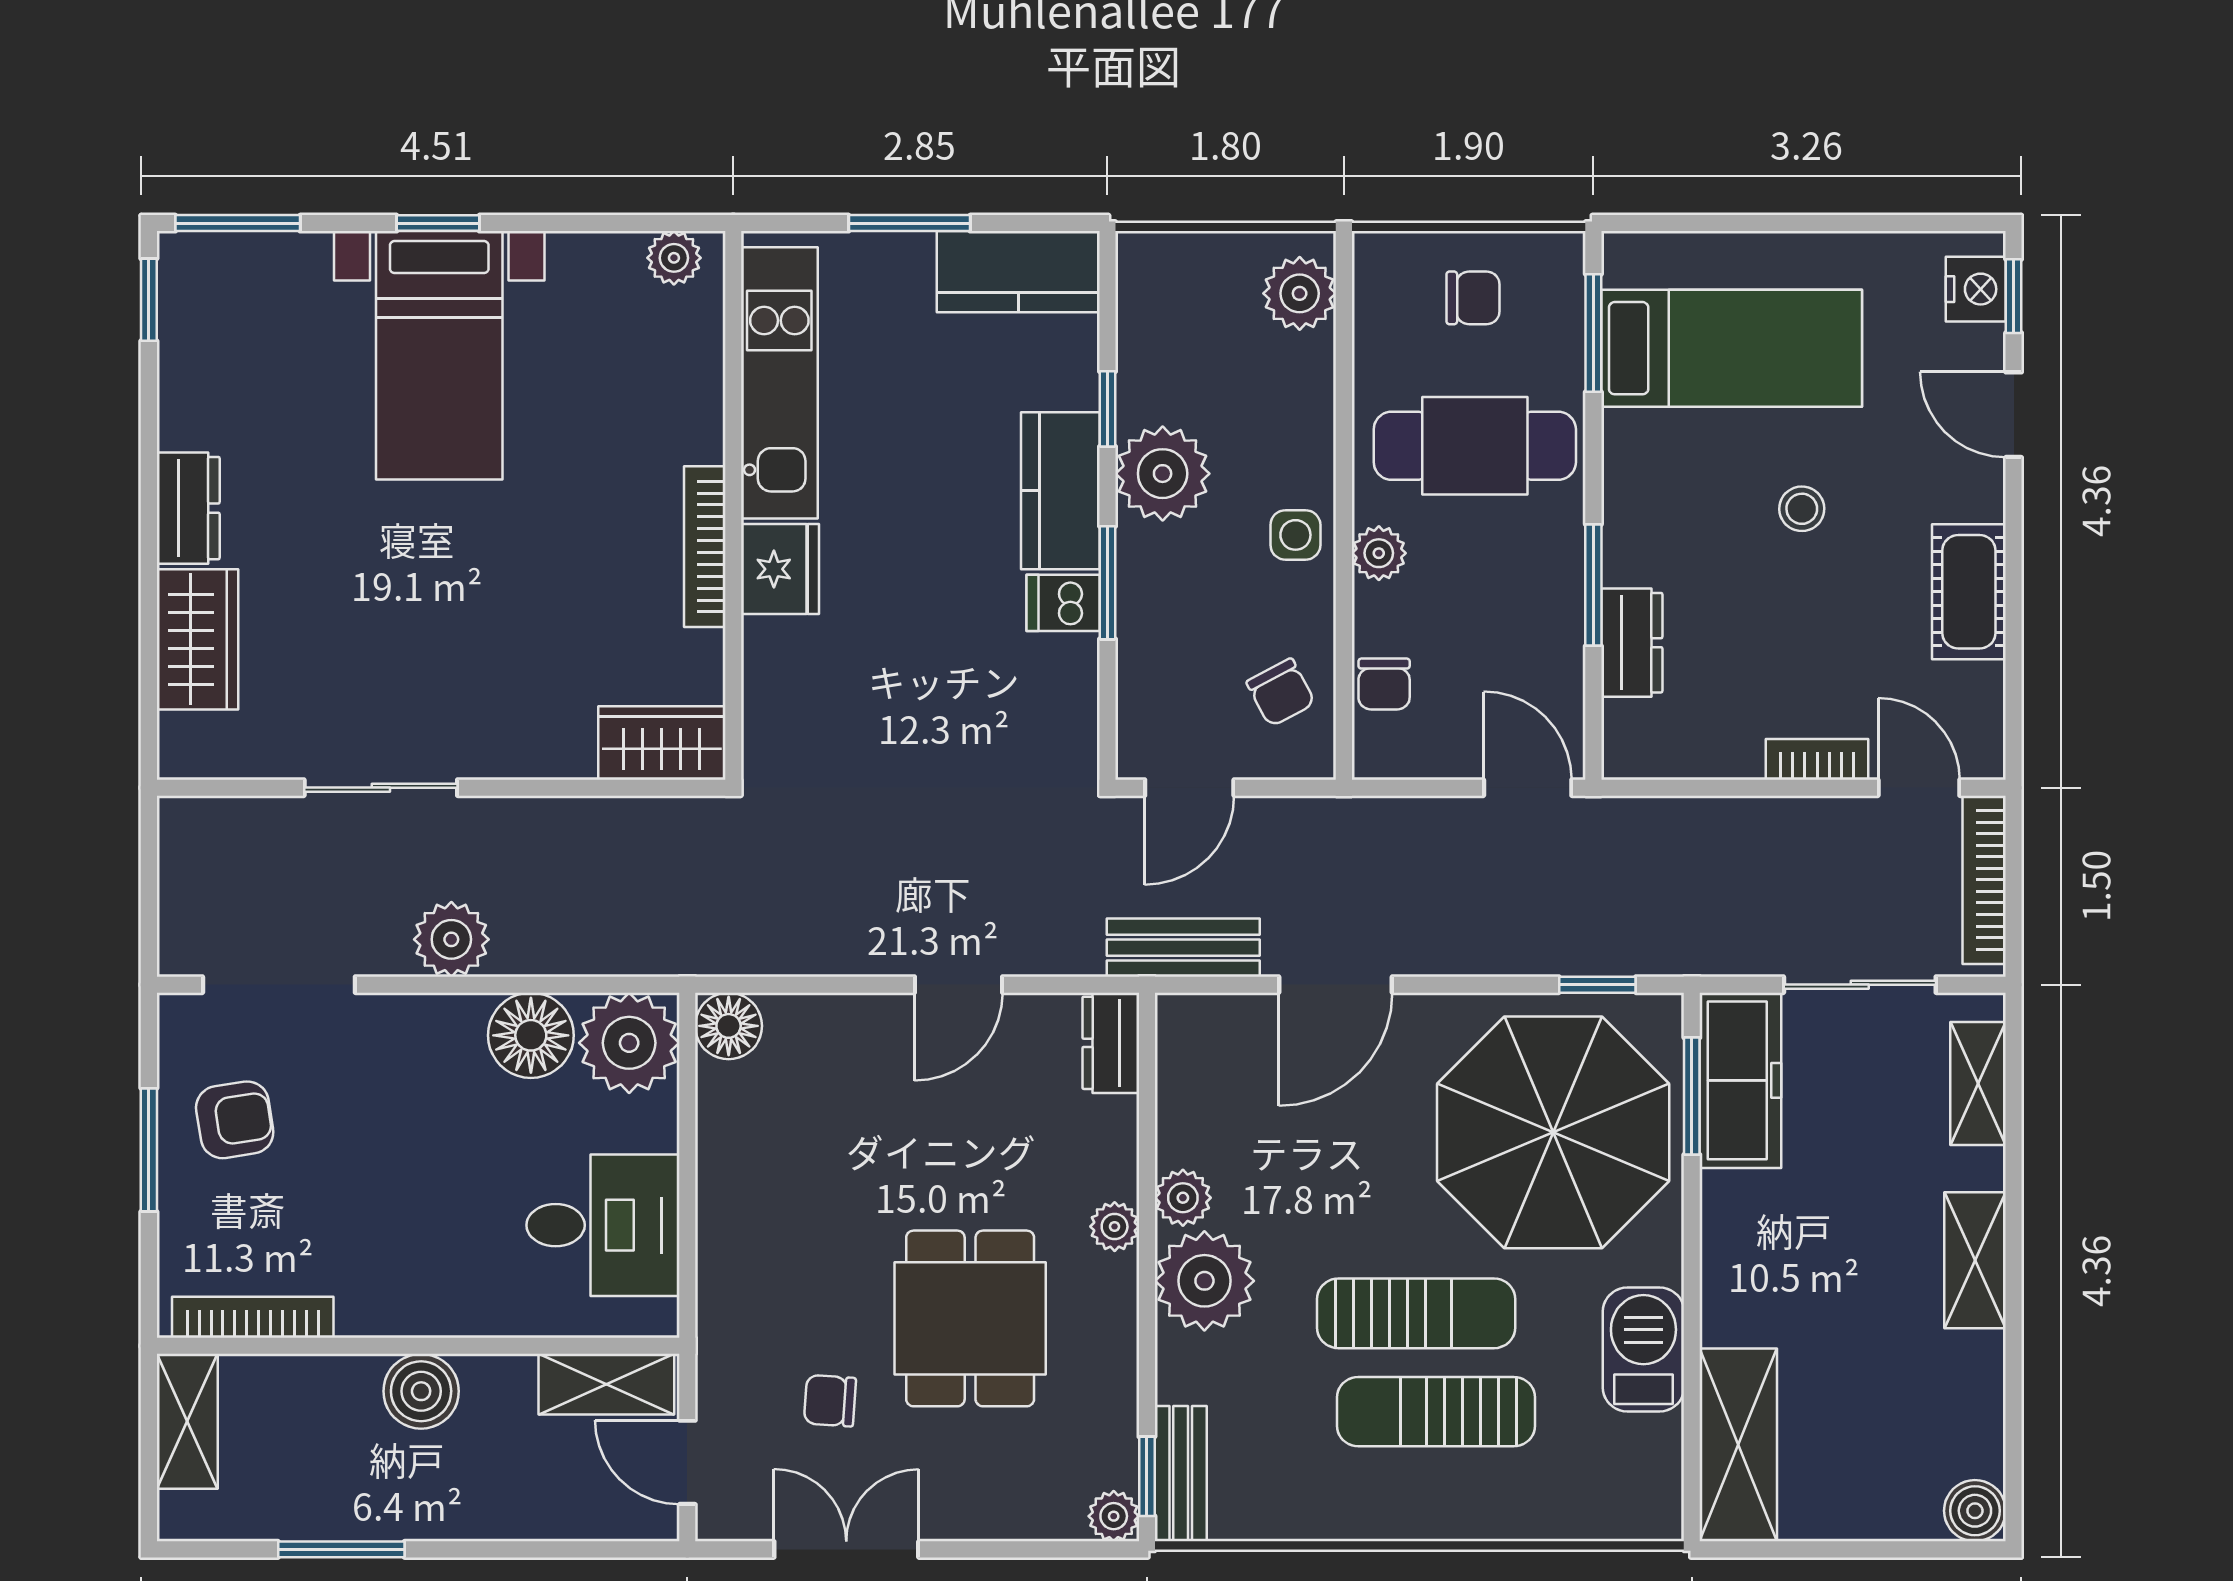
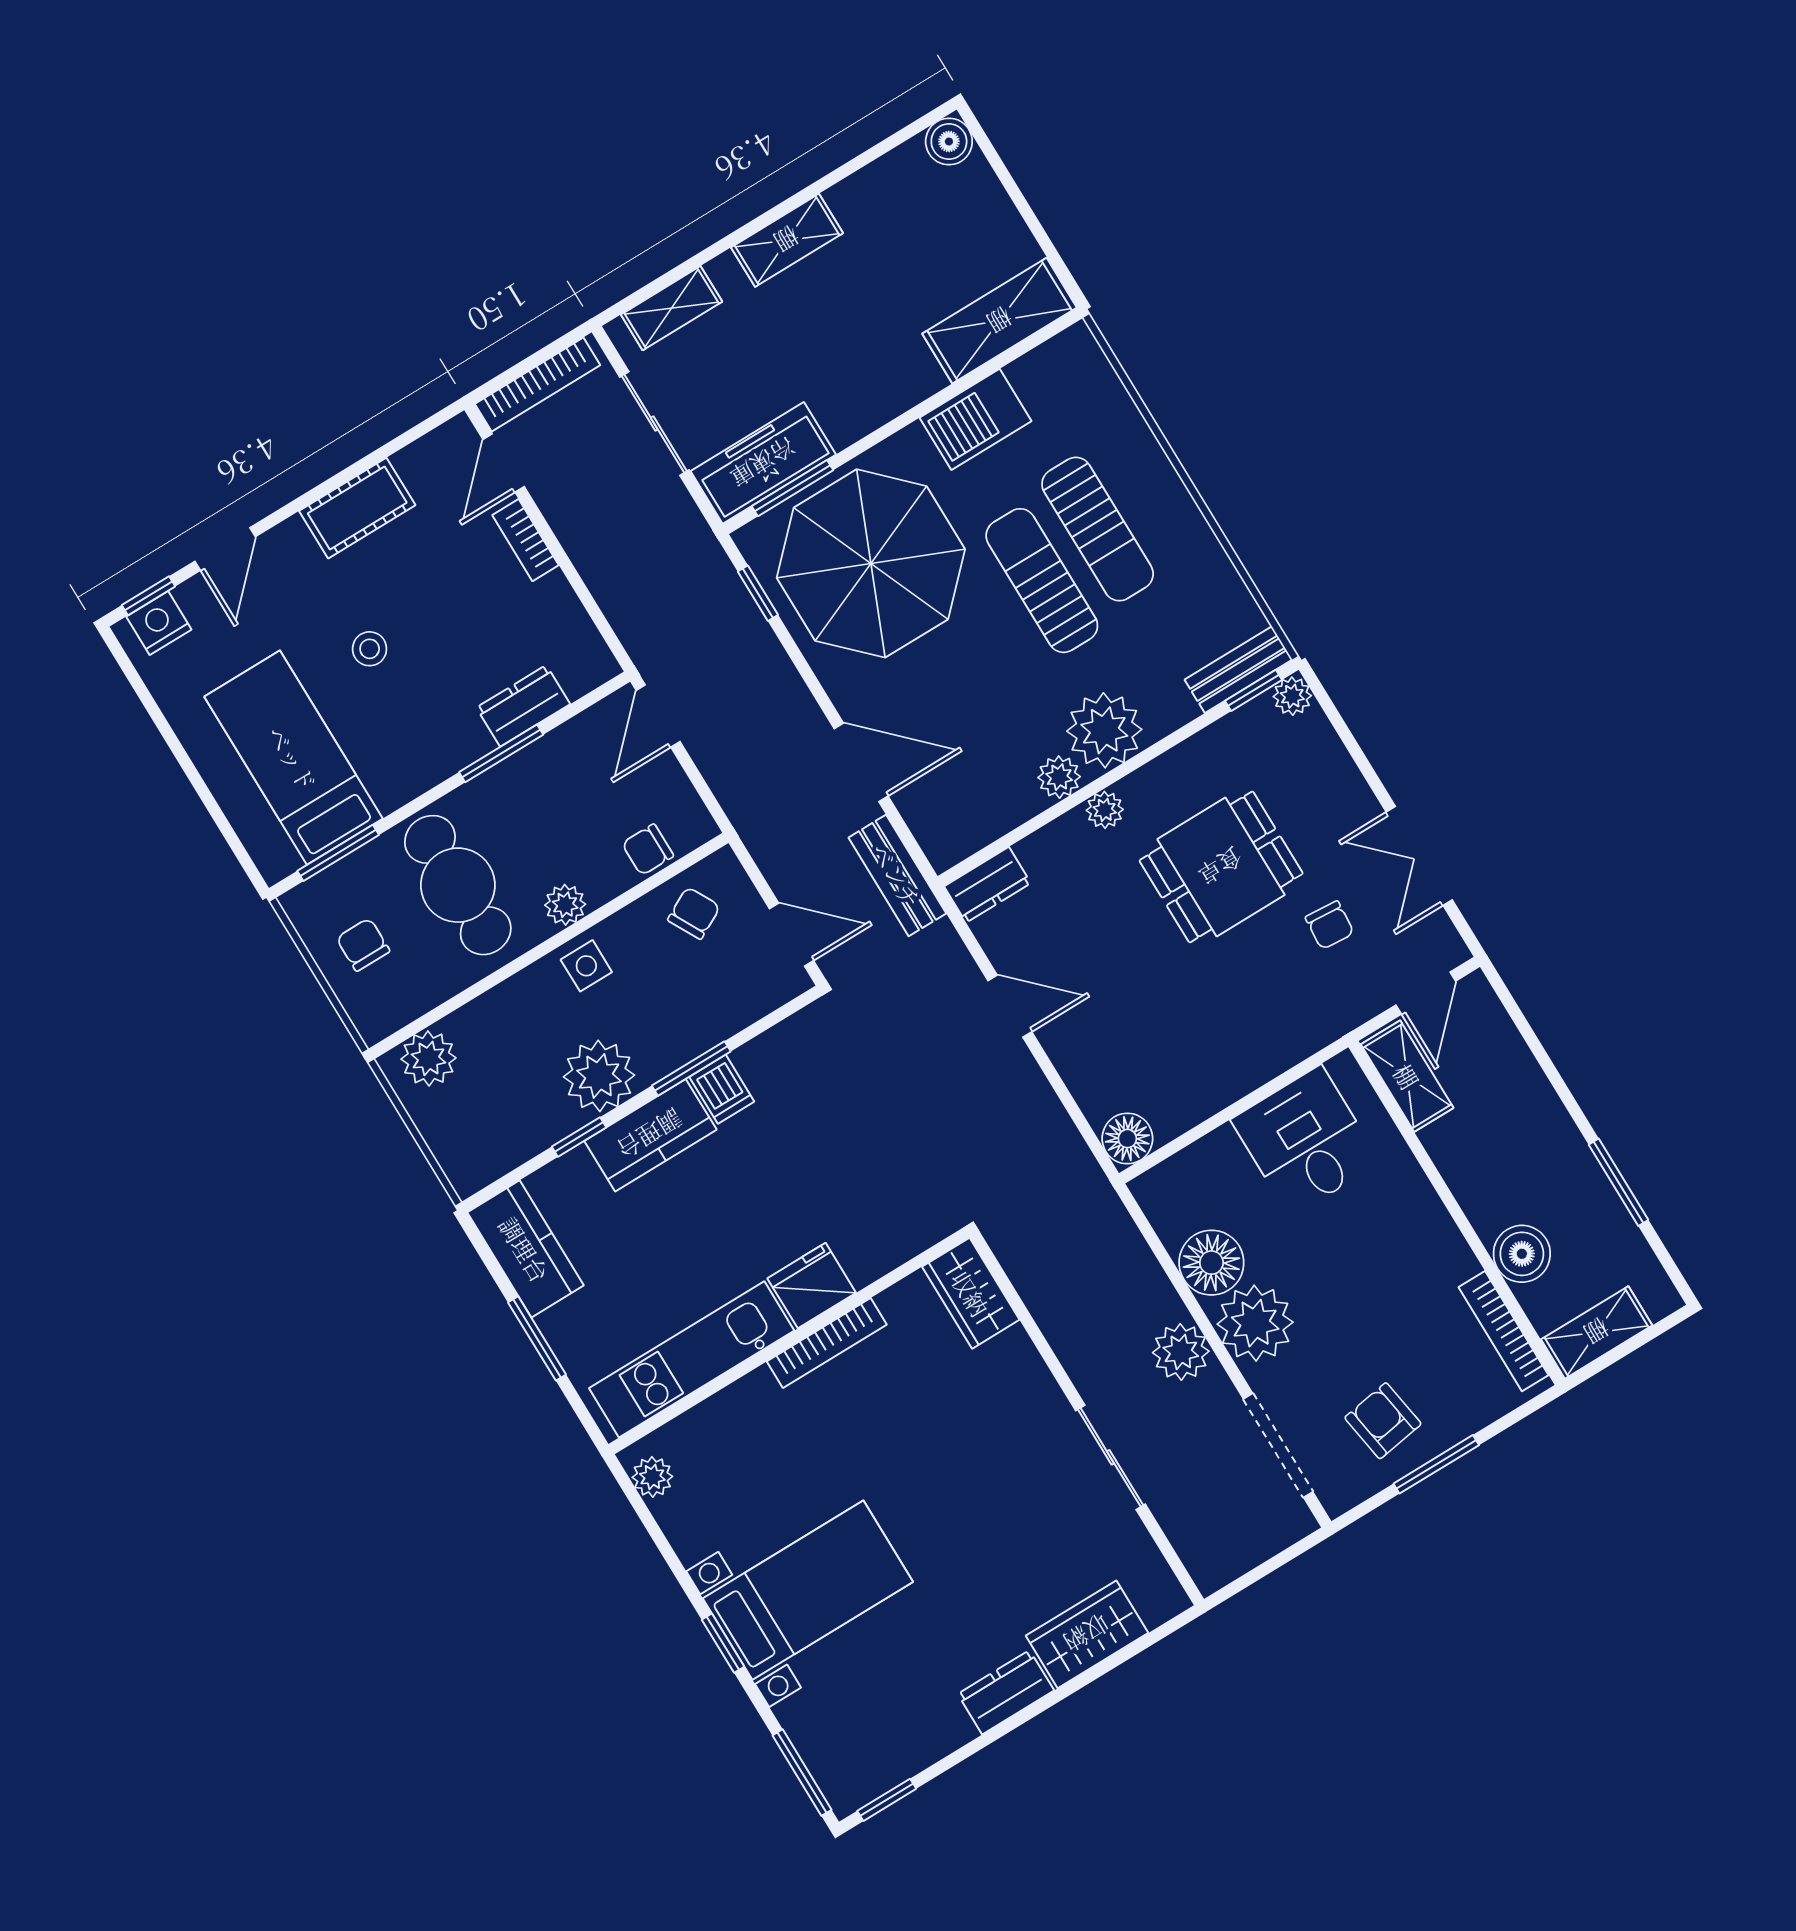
chair: (1384, 684) -> (648, 850), turned 180
plant: (629, 1043) -> (1255, 1323), moved
boiler: (421, 1391) -> (1522, 1254), moved

